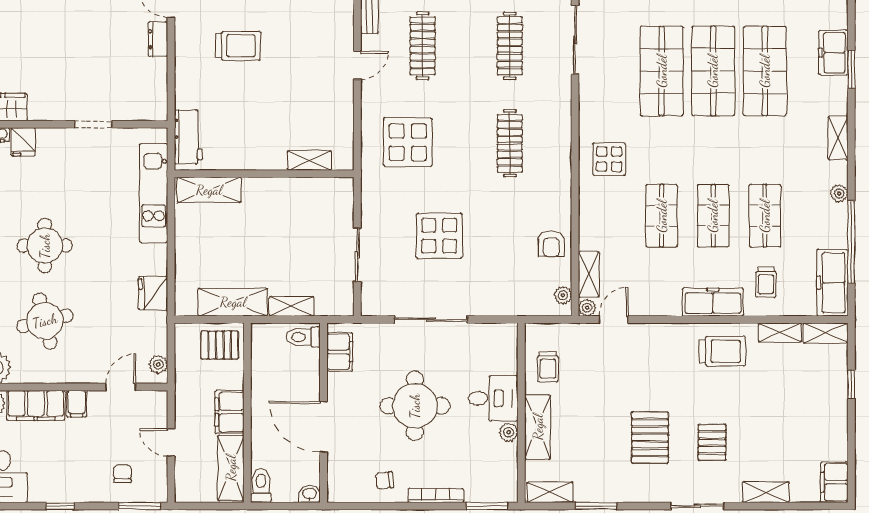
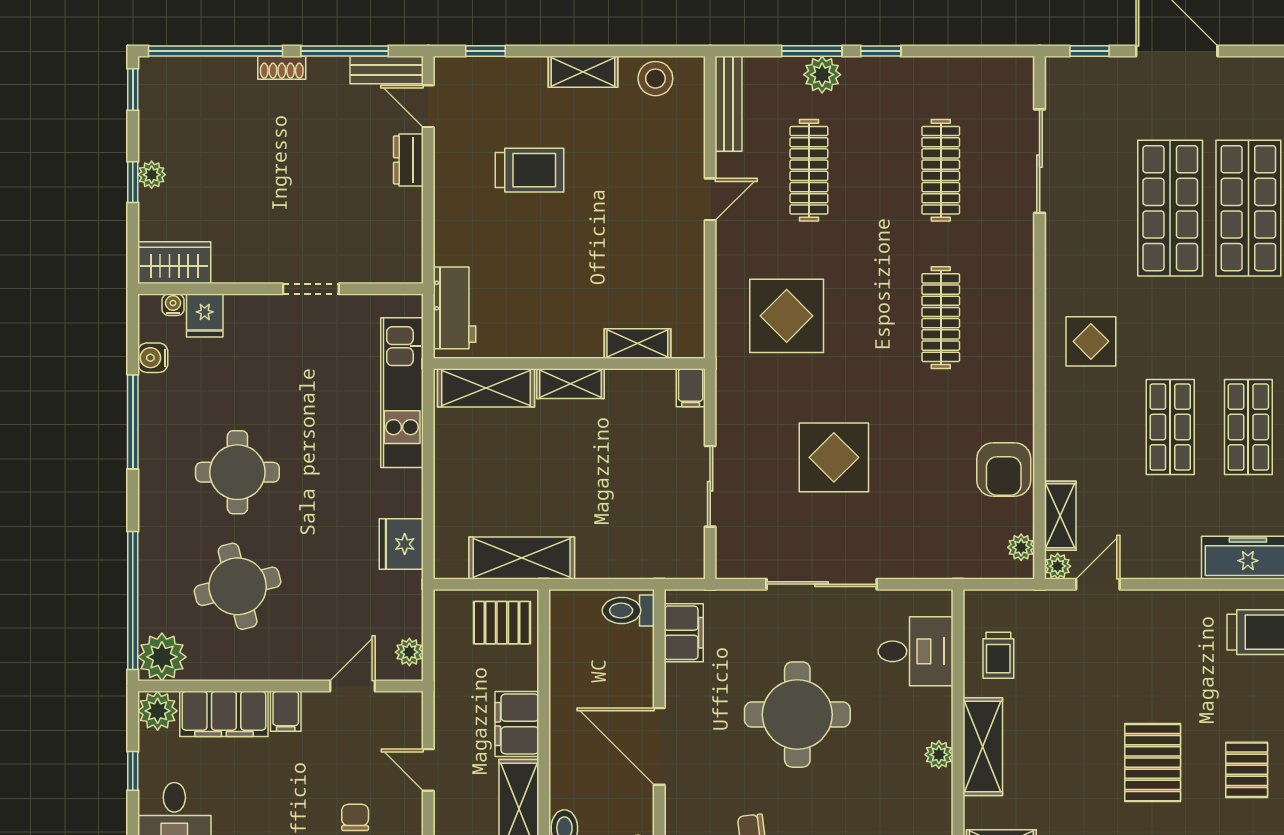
filing cabinet: (344, 190) -> (691, 388), added
armchair: (551, 244) -> (1004, 470), width x1.38, depth x1.38
shelving: (291, 306) -> (571, 384), moved
desk: (493, 398) -> (916, 651), moved

